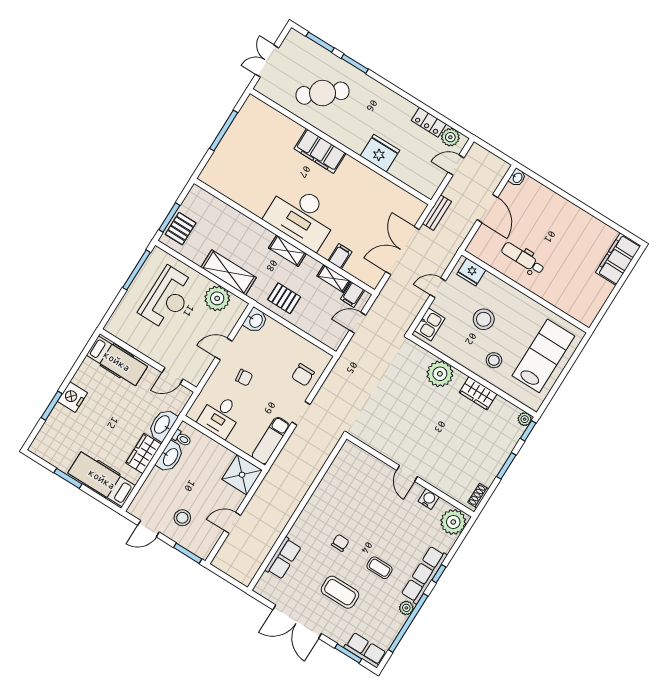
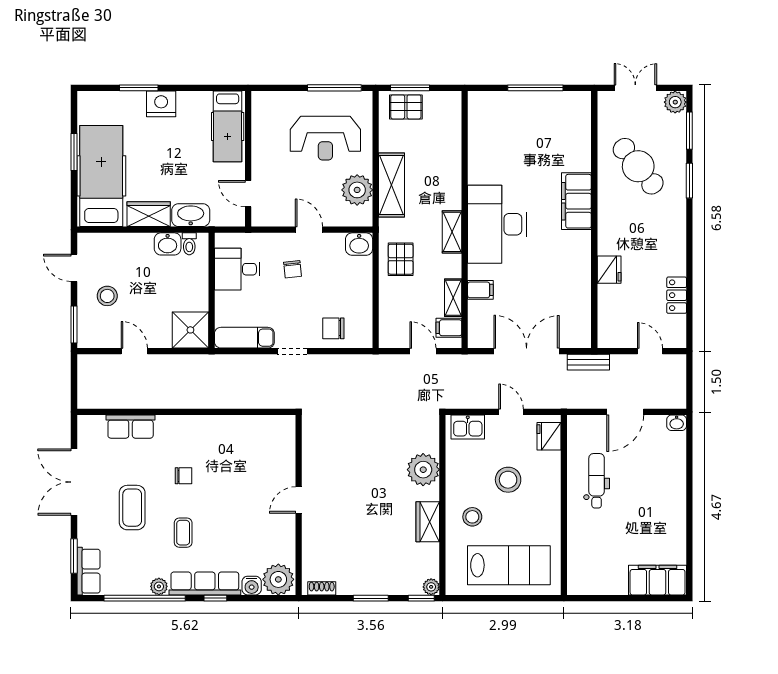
plant: (450, 137) -> (675, 102), moved
fridge: (380, 153) -> (609, 270), width x0.73, depth x0.75
washbasin: (170, 457) -> (168, 244), width x0.72
hospital bed: (102, 479) -> (101, 176), width x1.37, depth x1.29
water cooler: (429, 499) -> (252, 586), moved, turned 90

